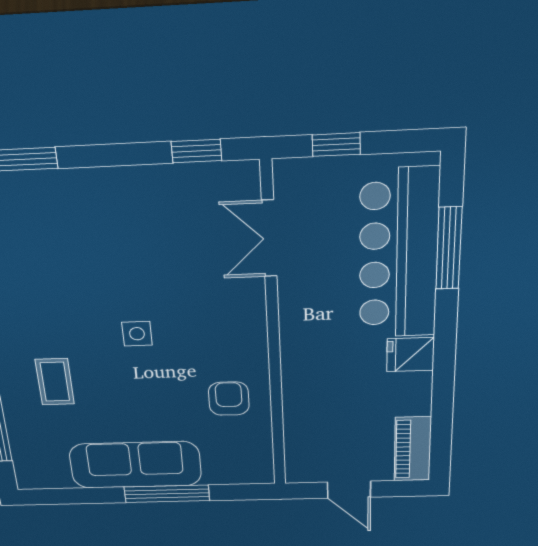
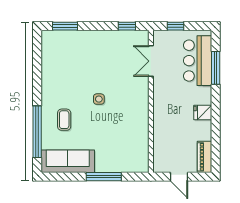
bar counter: (399, 255) -> (198, 61), width x0.73
armchair: (229, 399) -> (132, 130), removed
sofa: (135, 465) -> (68, 161), moved

